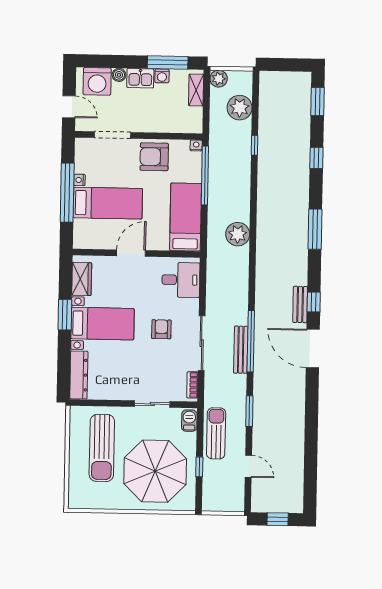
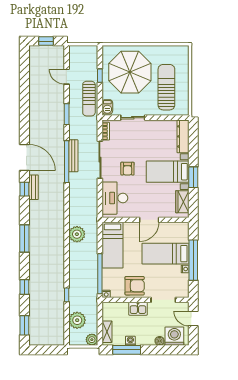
kitchen sink: (140, 78) -> (138, 309), moved, turned 180
desk: (181, 280) -> (115, 198), width x1.37

